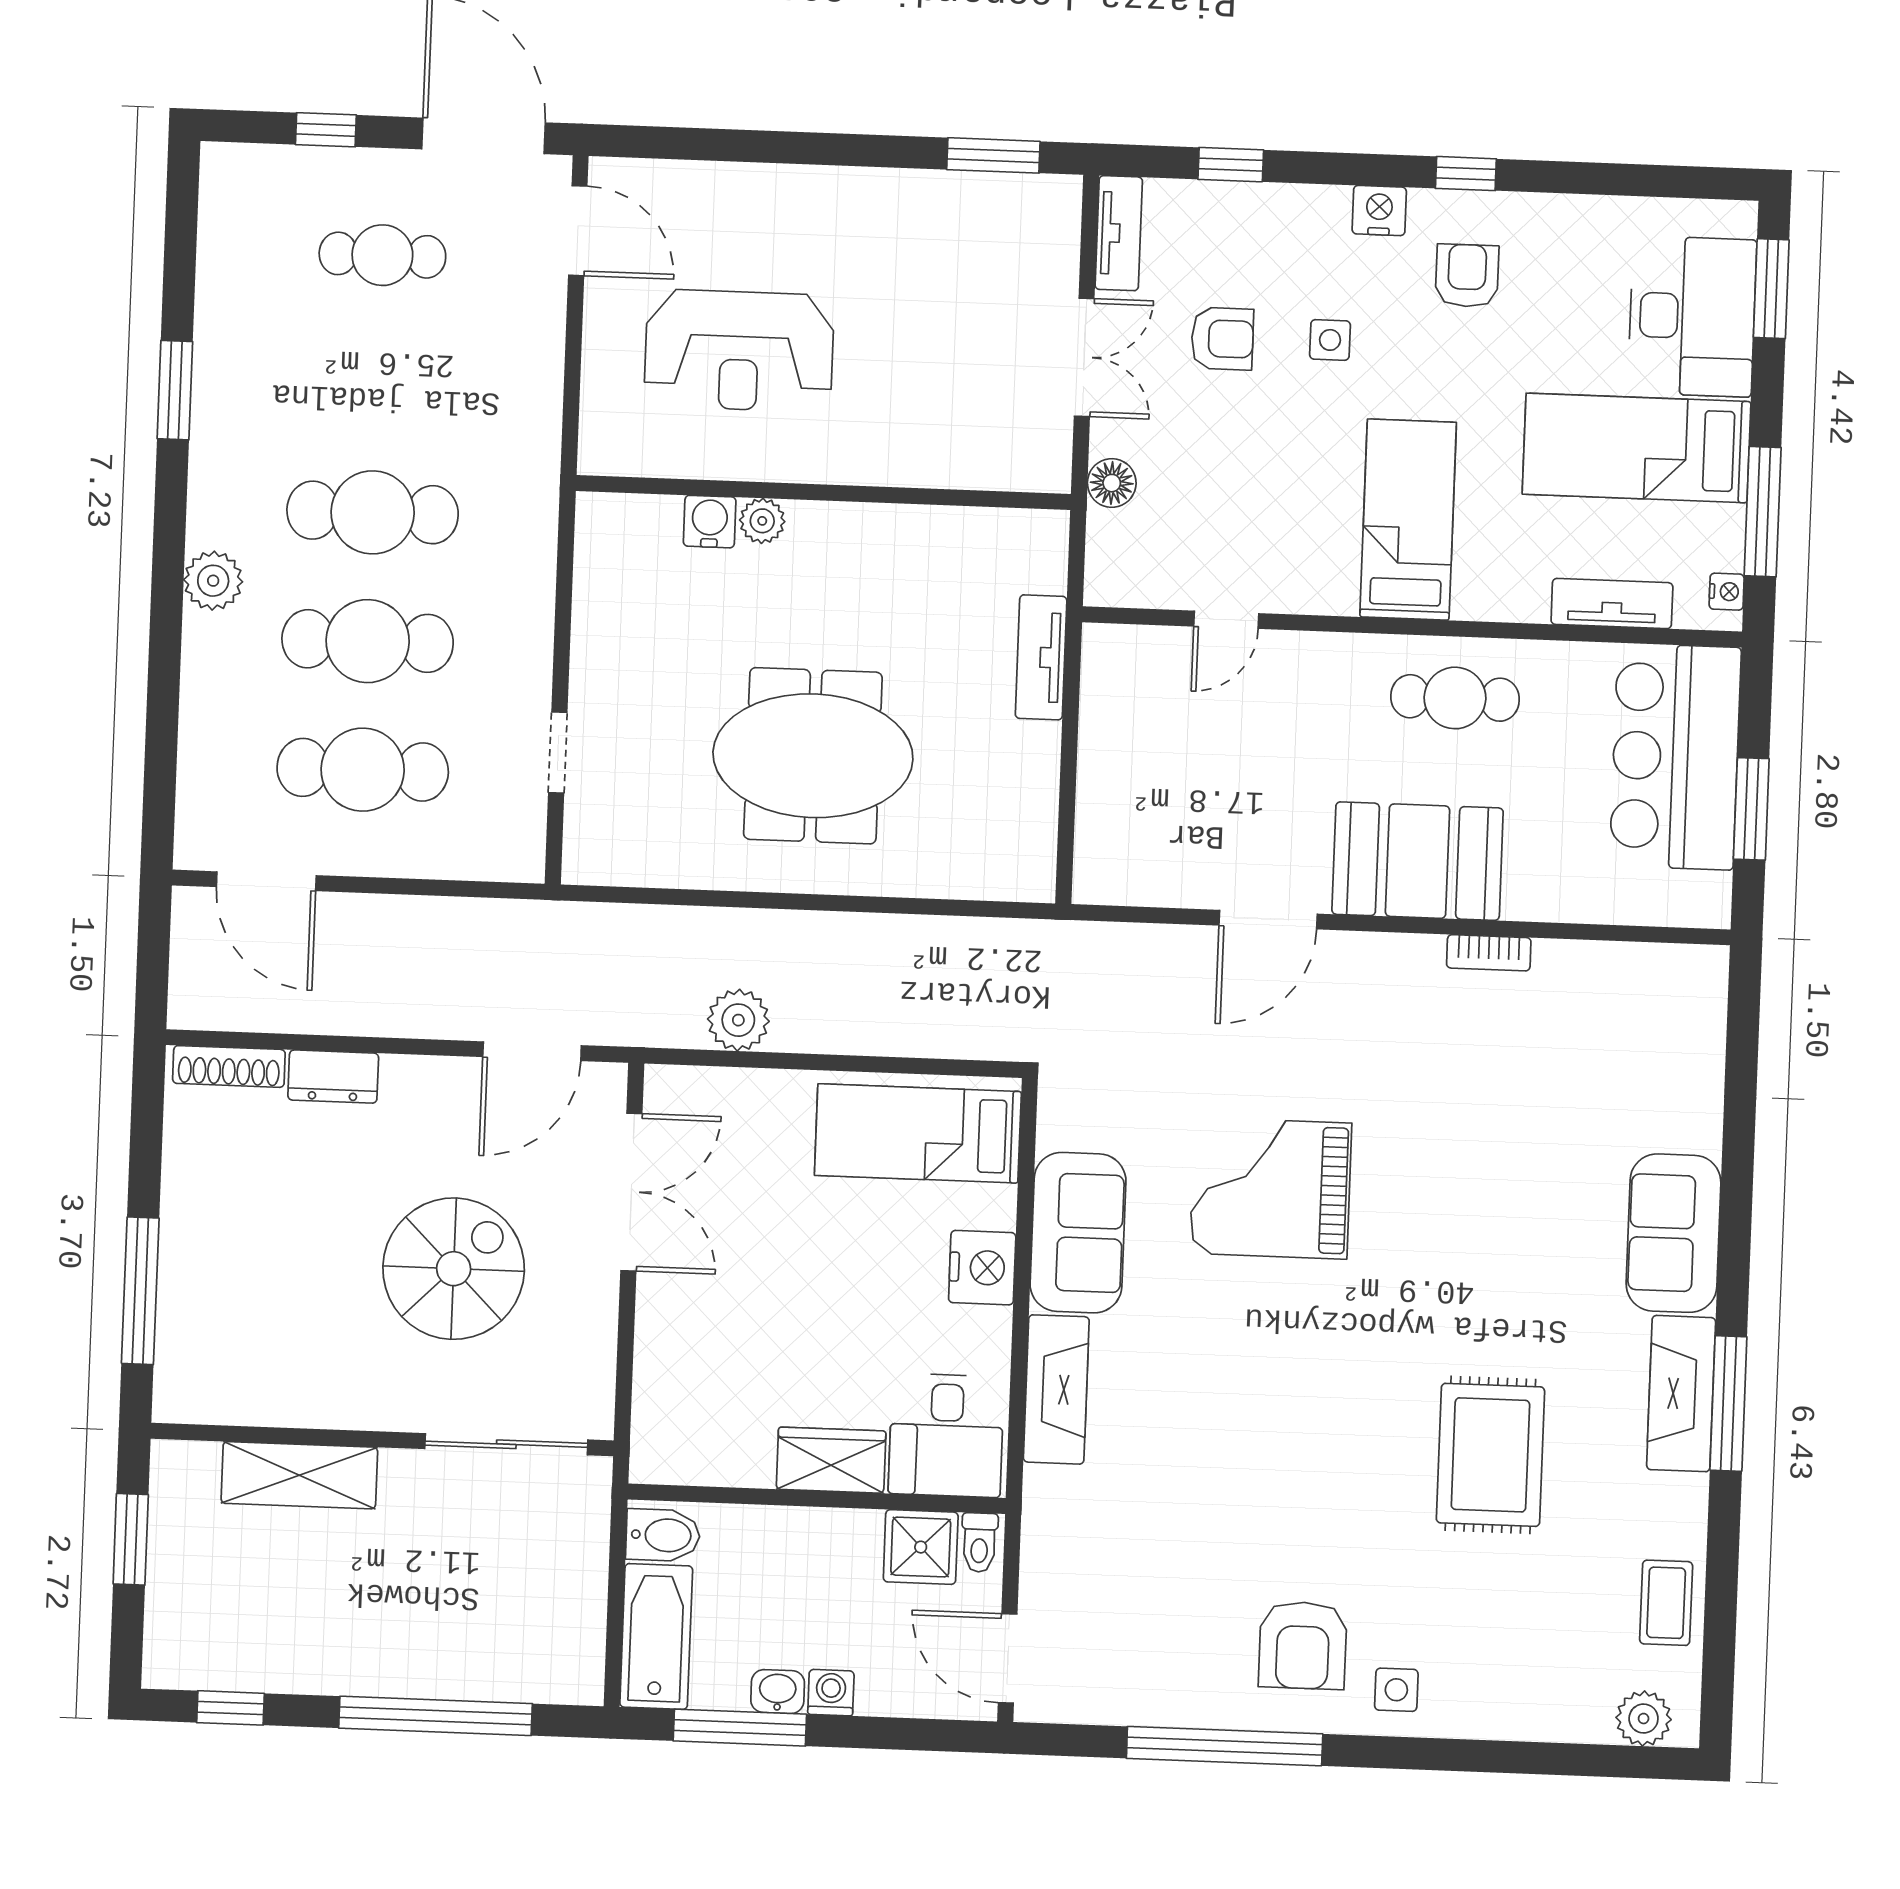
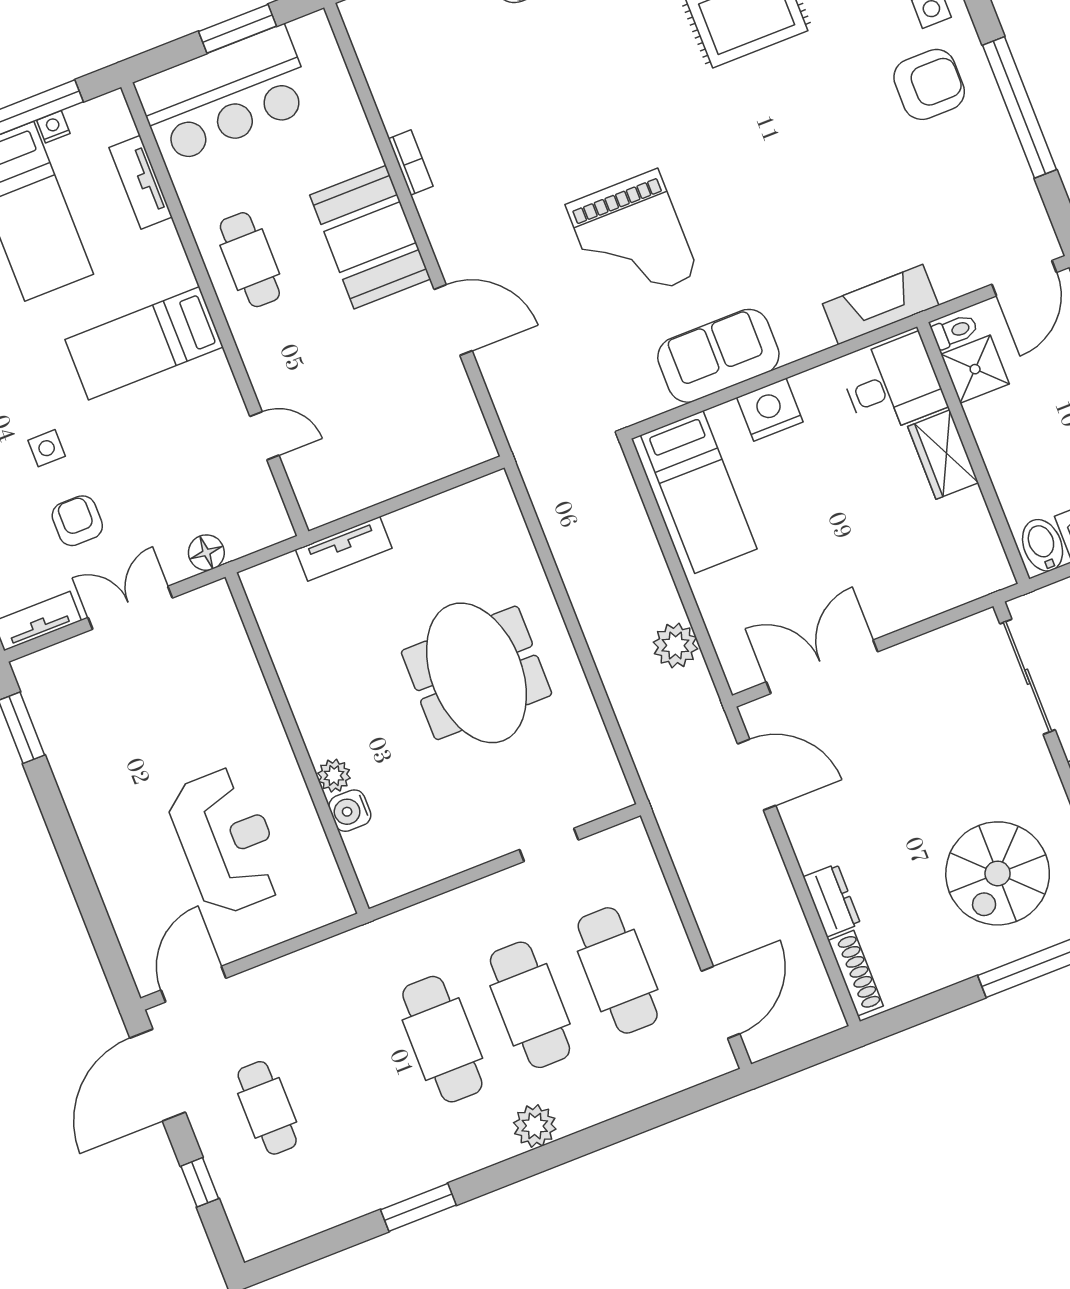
nightstand: (1727, 592) -> (53, 127), moved
spiral stairs: (454, 1269) -> (998, 873), moved, turned -90
fireplace: (1056, 1389) -> (881, 305), moved

